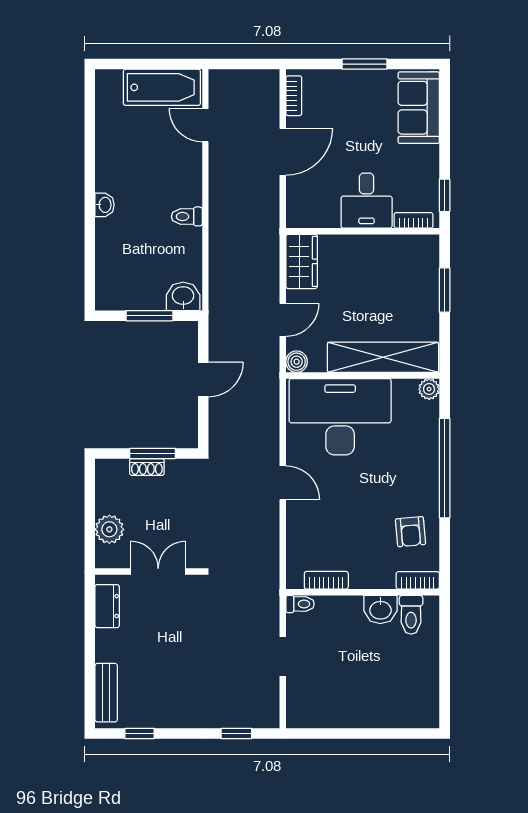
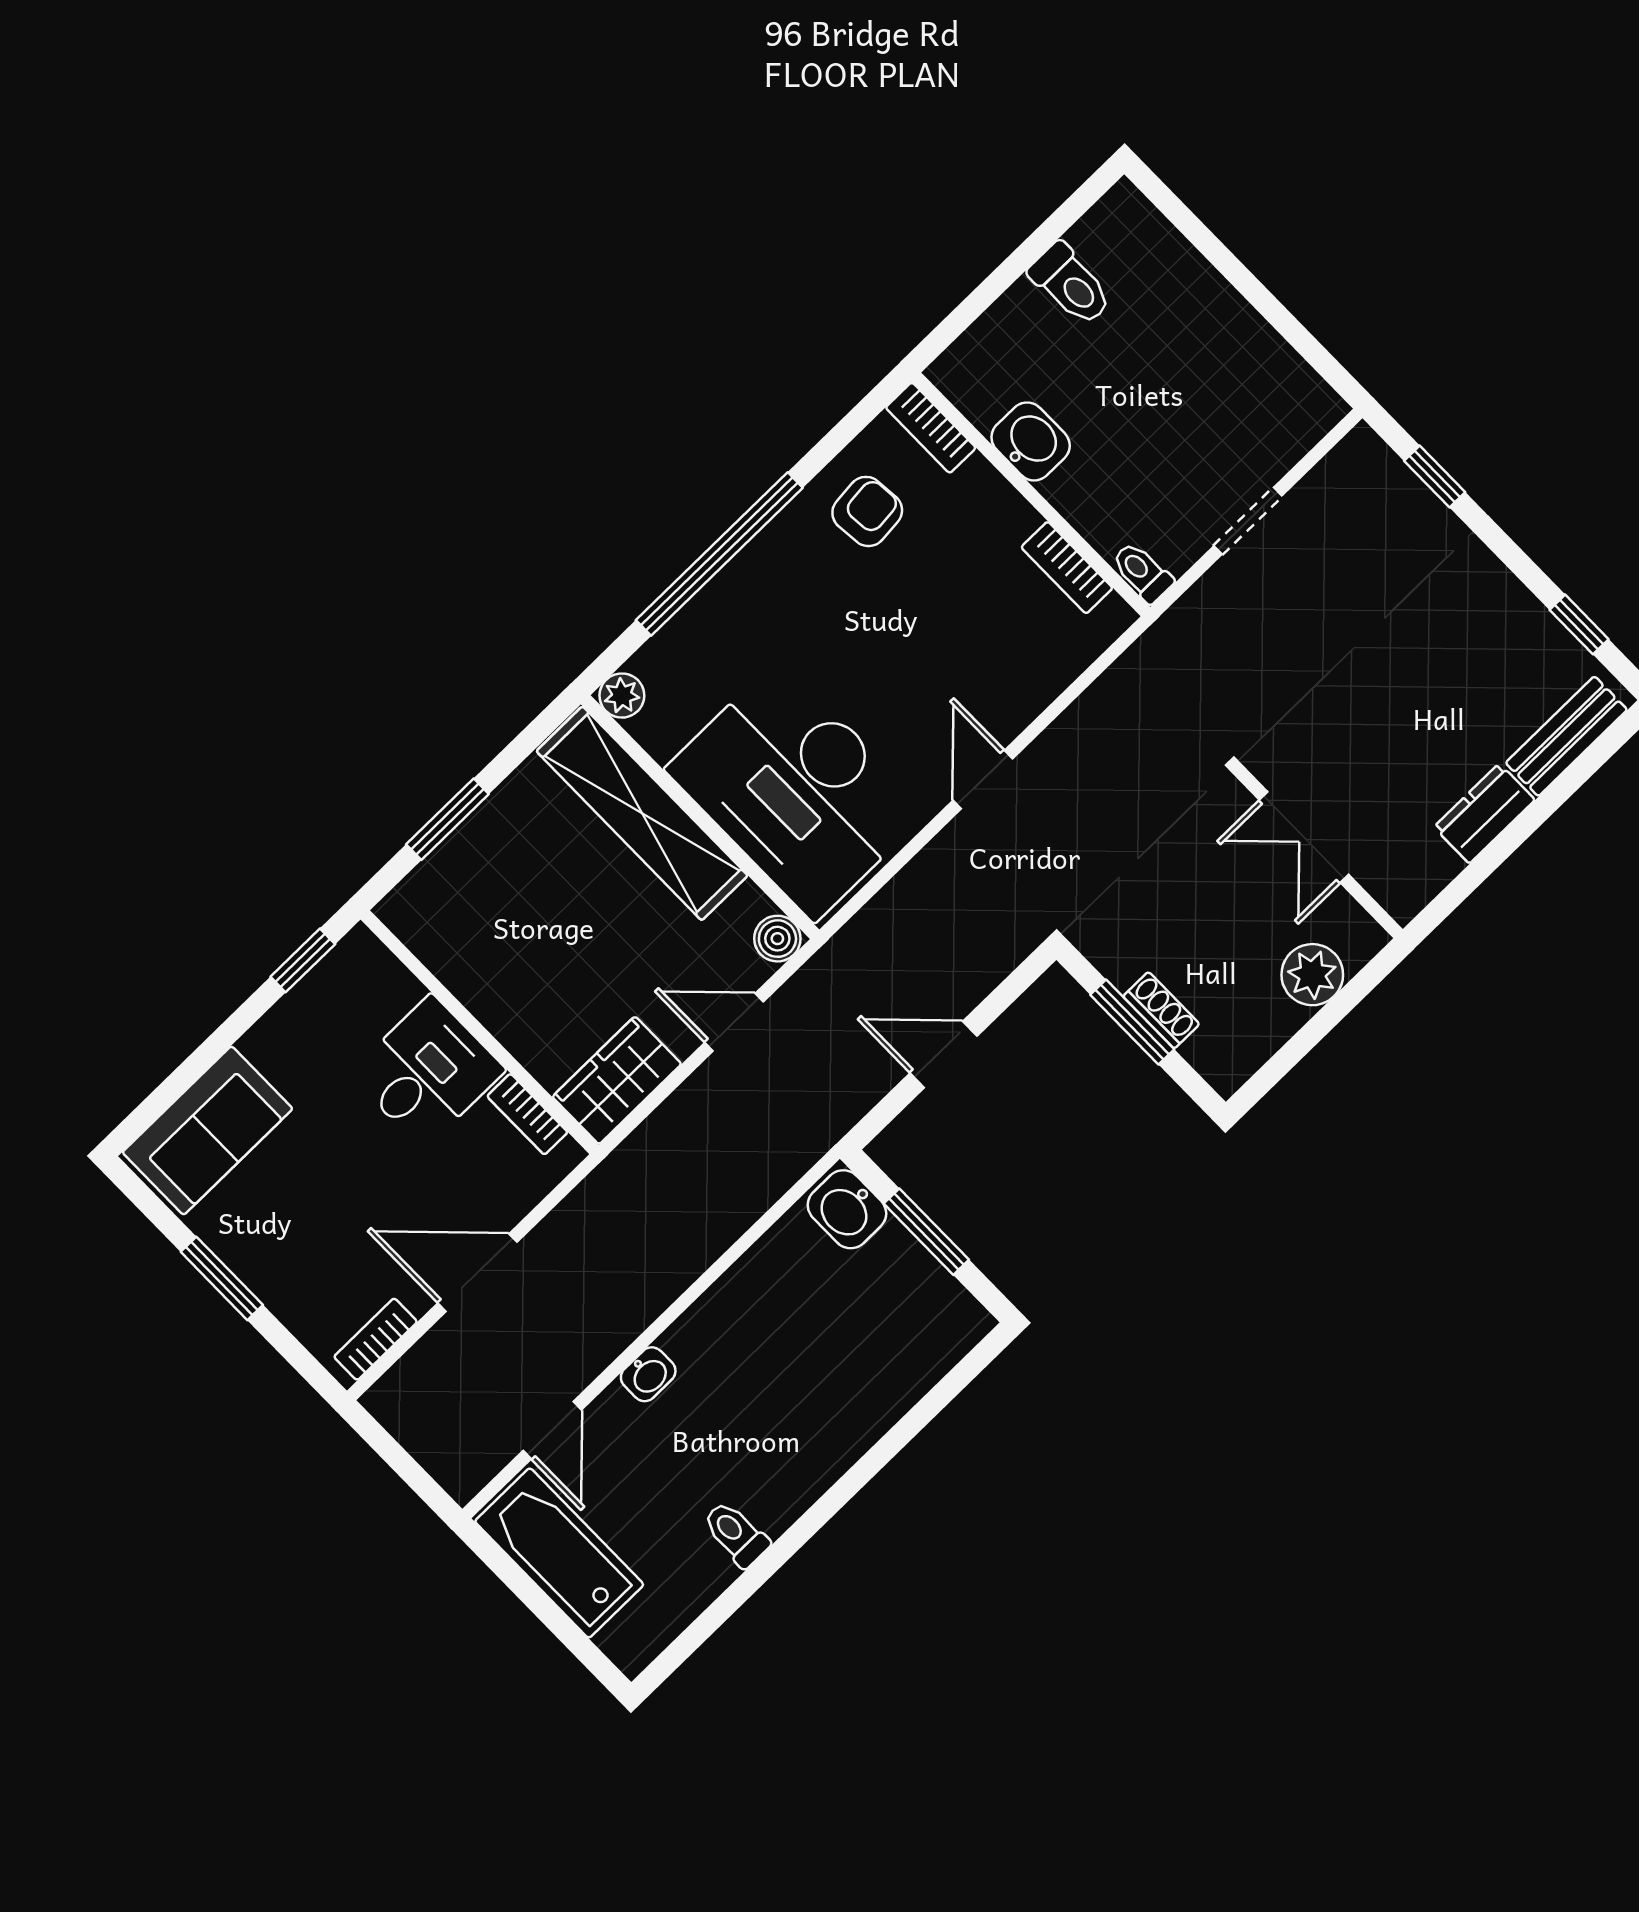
washbasin: (105, 205) -> (648, 1374), moved, turned 180
toilet: (187, 216) -> (736, 1534), moved, turned 180
bookcase: (414, 220) -> (527, 1114), moved
dresser: (107, 606) -> (1484, 813), moved
toilet: (411, 615) -> (1071, 284), moved, turned 90

